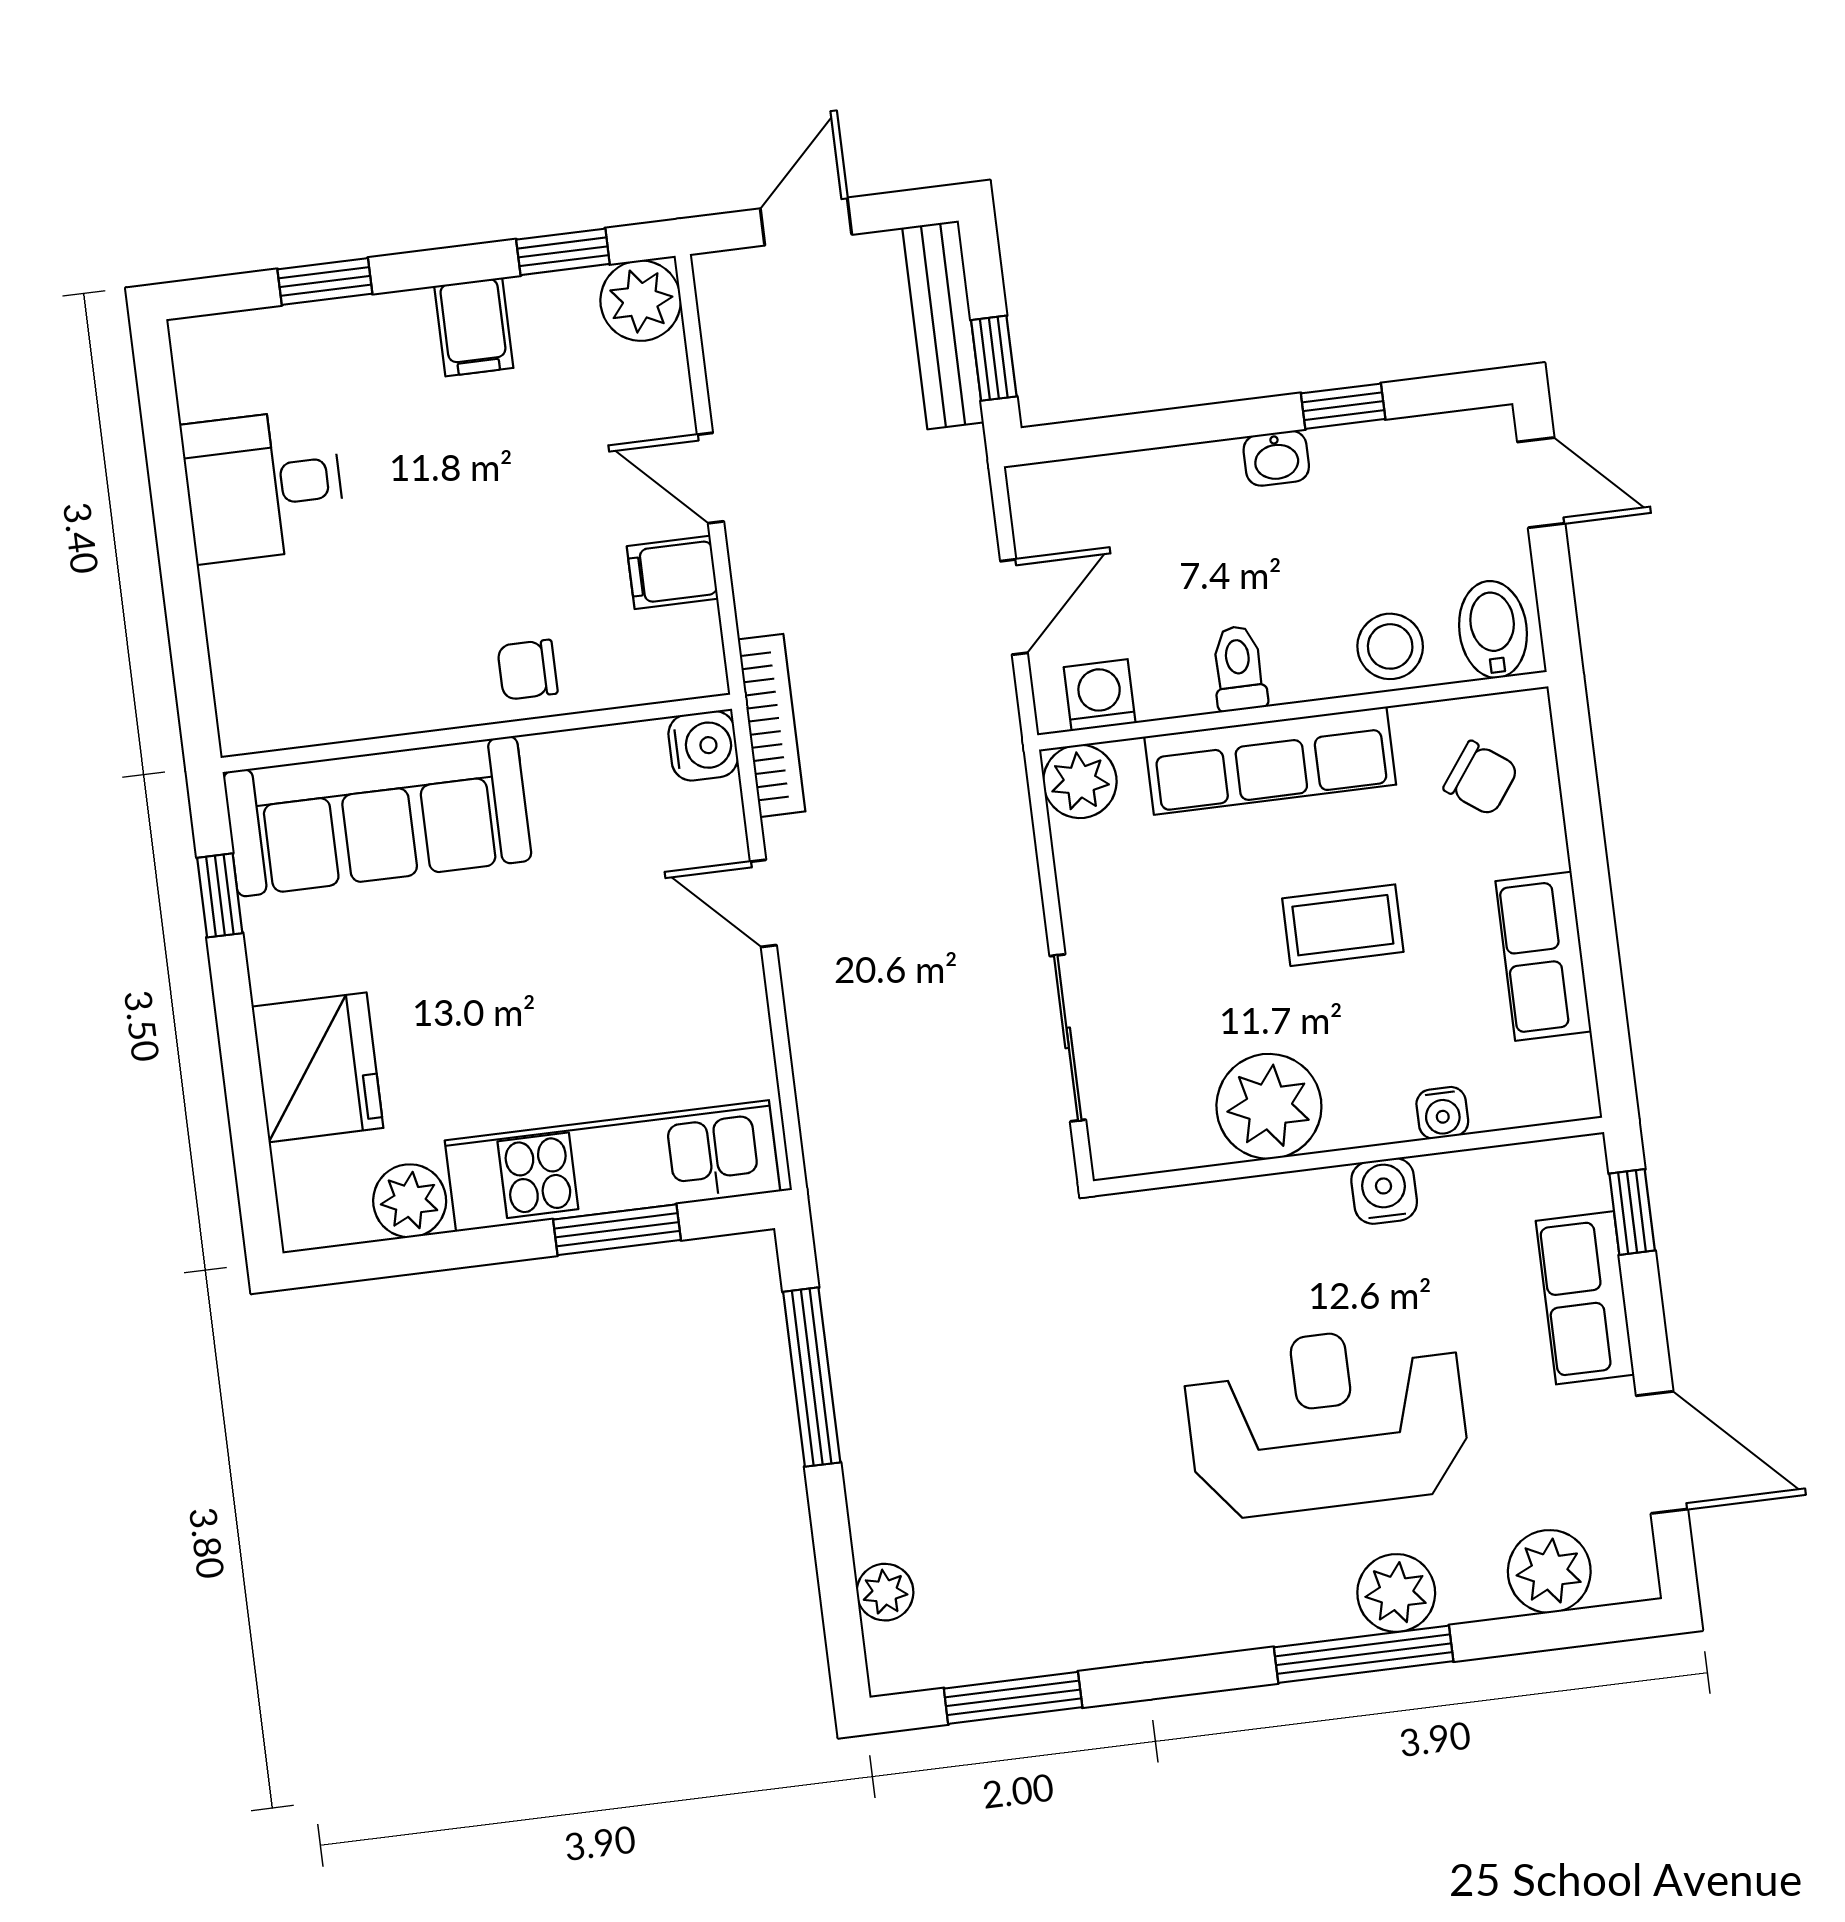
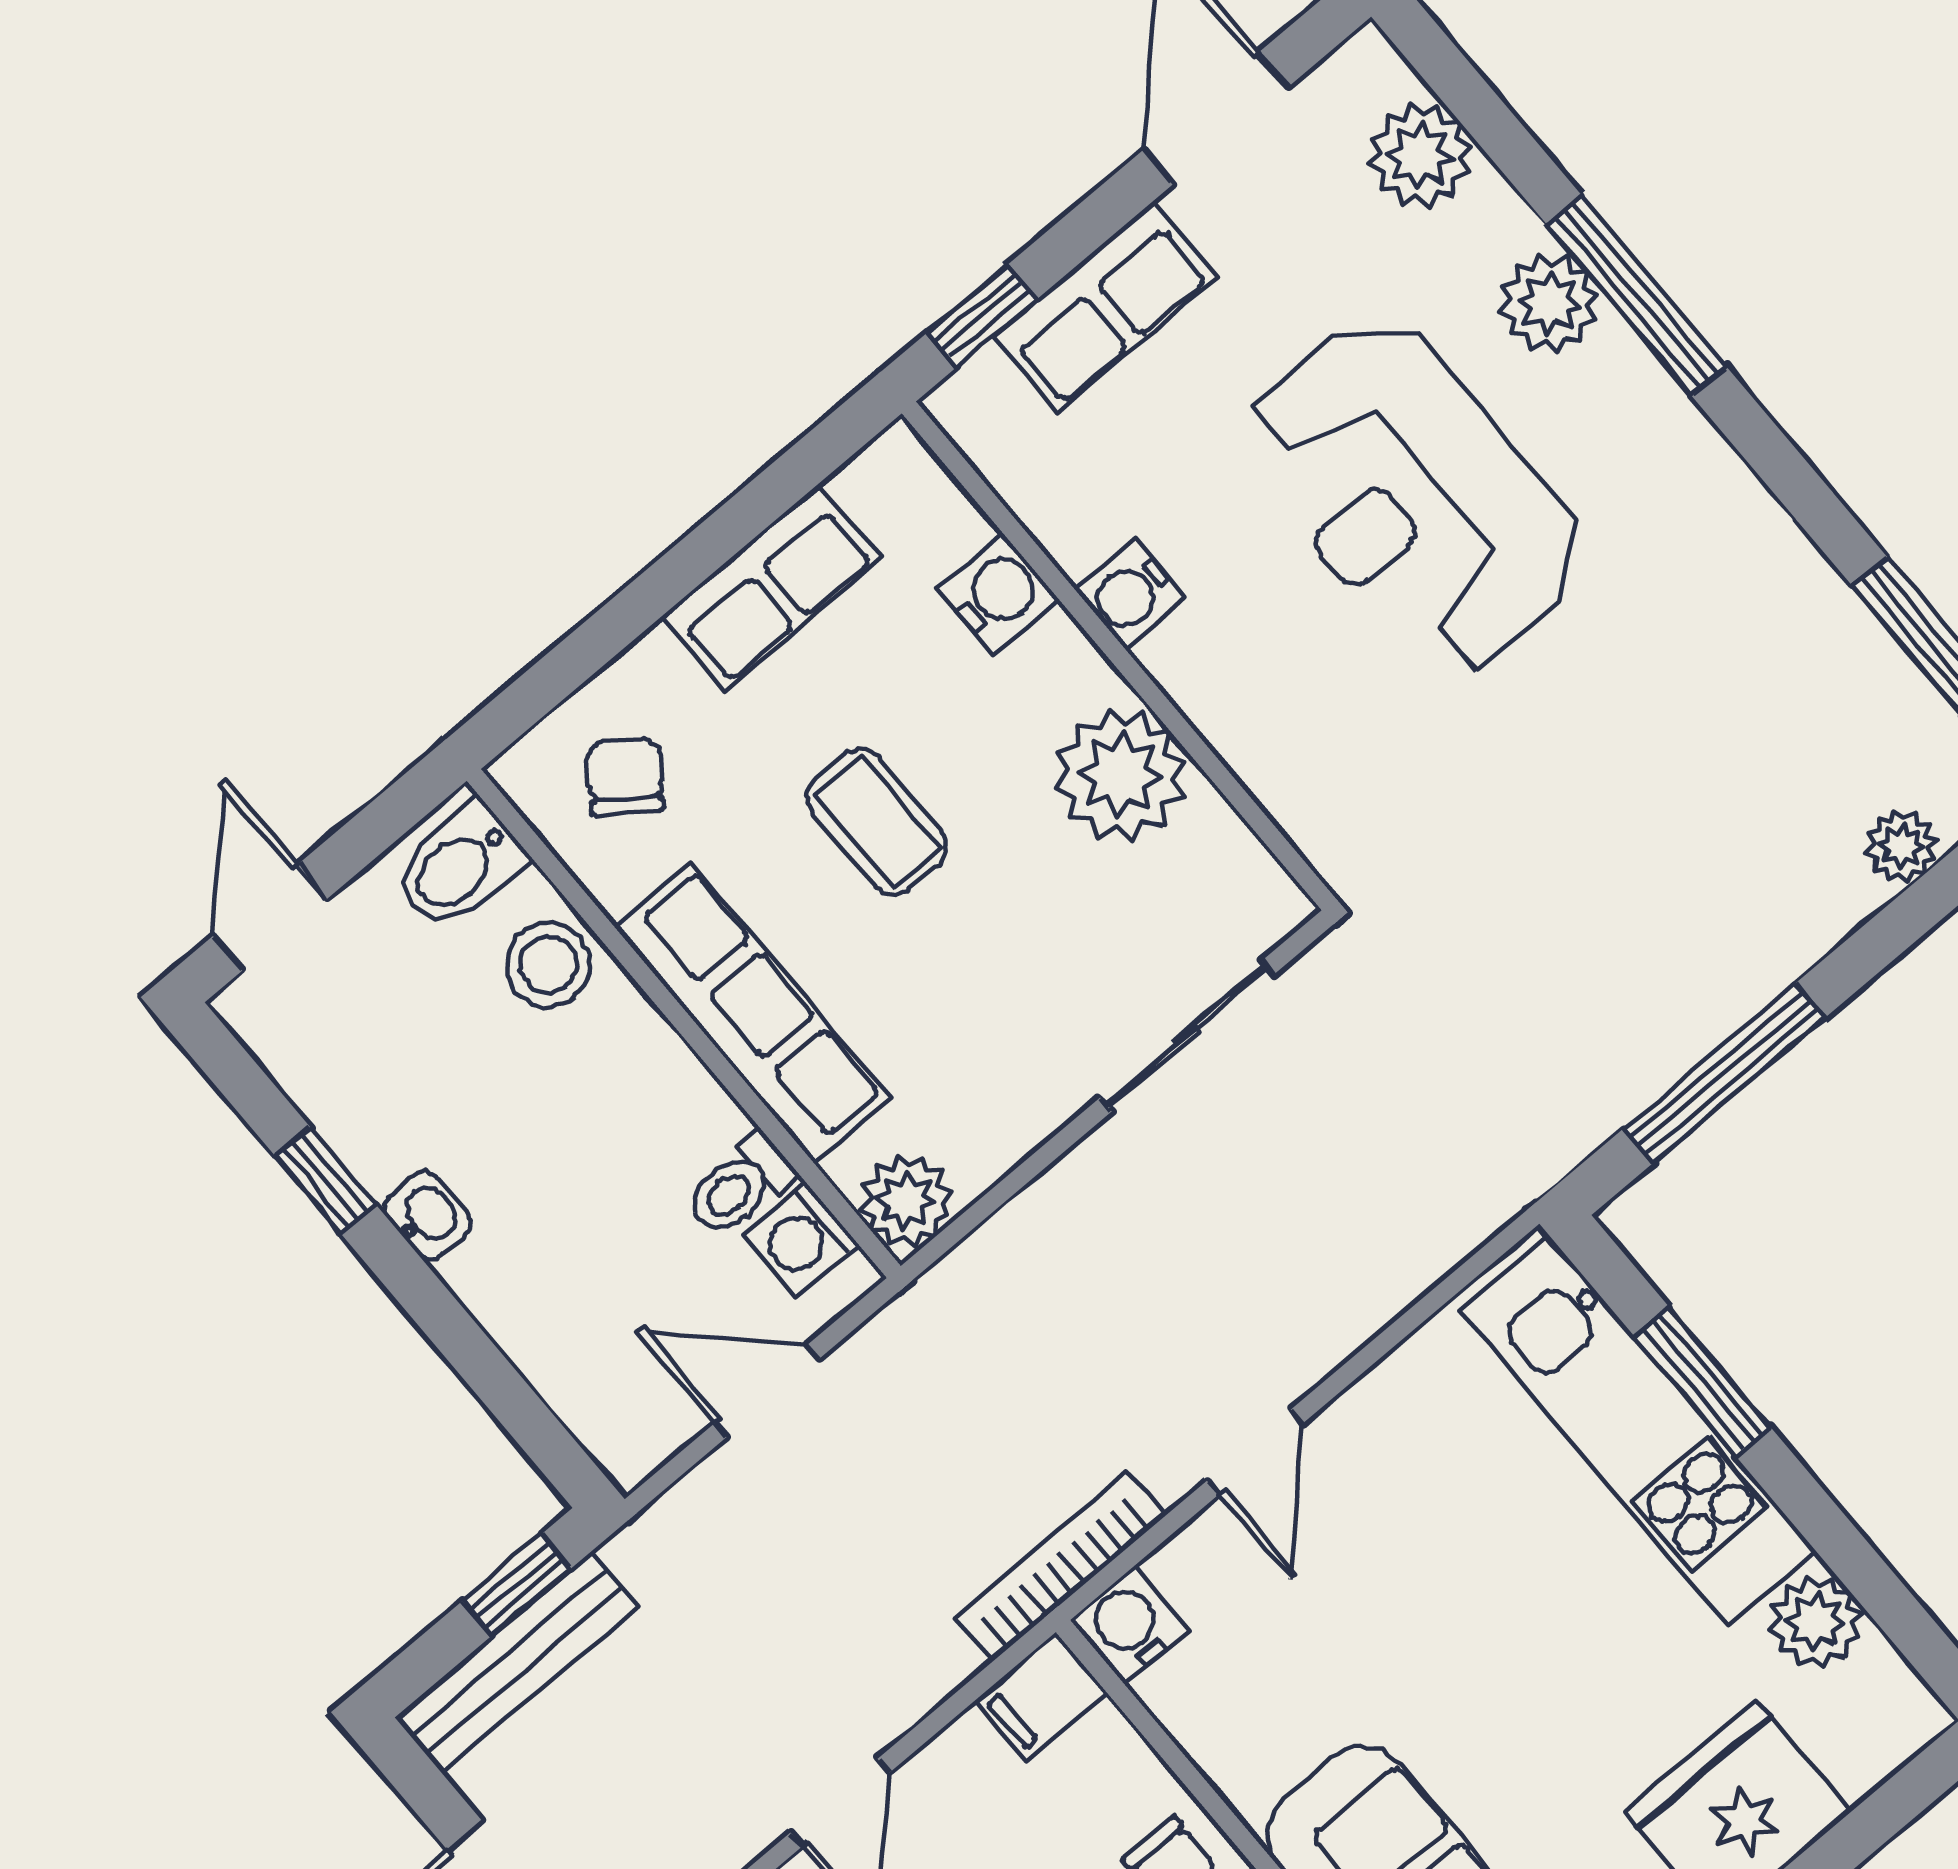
filing cabinet: (672, 572) -> (1041, 1697), moved, turned 90
toilet: (1239, 668) -> (740, 1186), moved
water cooler: (1442, 1113) -> (998, 594), width x1.38, depth x1.38

